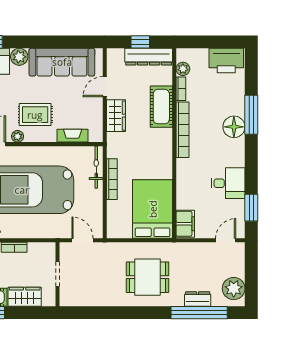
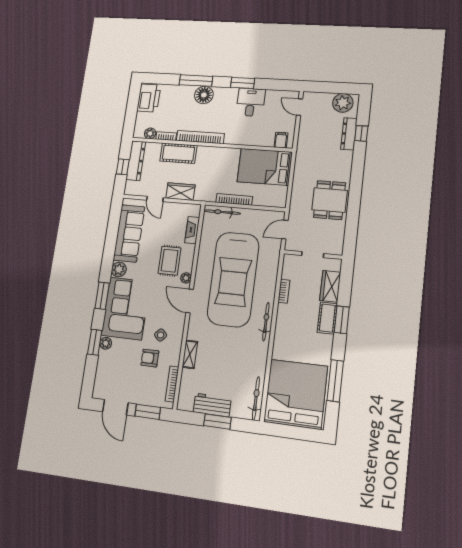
window: (251, 208) -> (243, 83), moved
filing cabinet: (185, 224) -> (281, 140), width x0.50
dining table: (147, 277) -> (330, 200), moved
dresser: (198, 299) -> (349, 134), width x1.44
window: (199, 313) -> (361, 133), width x0.32

